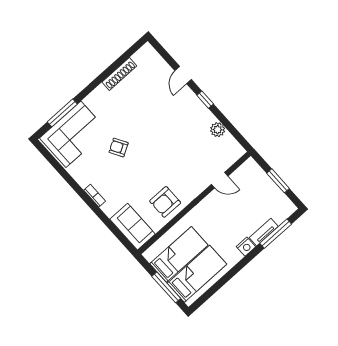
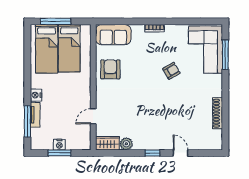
wardrobe: (232, 147) -> (107, 143), added
nightstand: (271, 188) -> (59, 145), added

